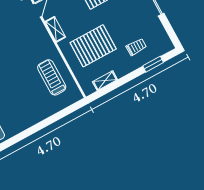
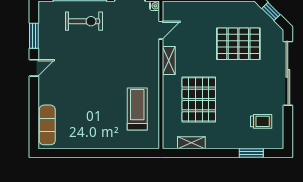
pallet: (93, 46) -> (199, 99), turned 90
trolley: (136, 47) -> (261, 121), moved

